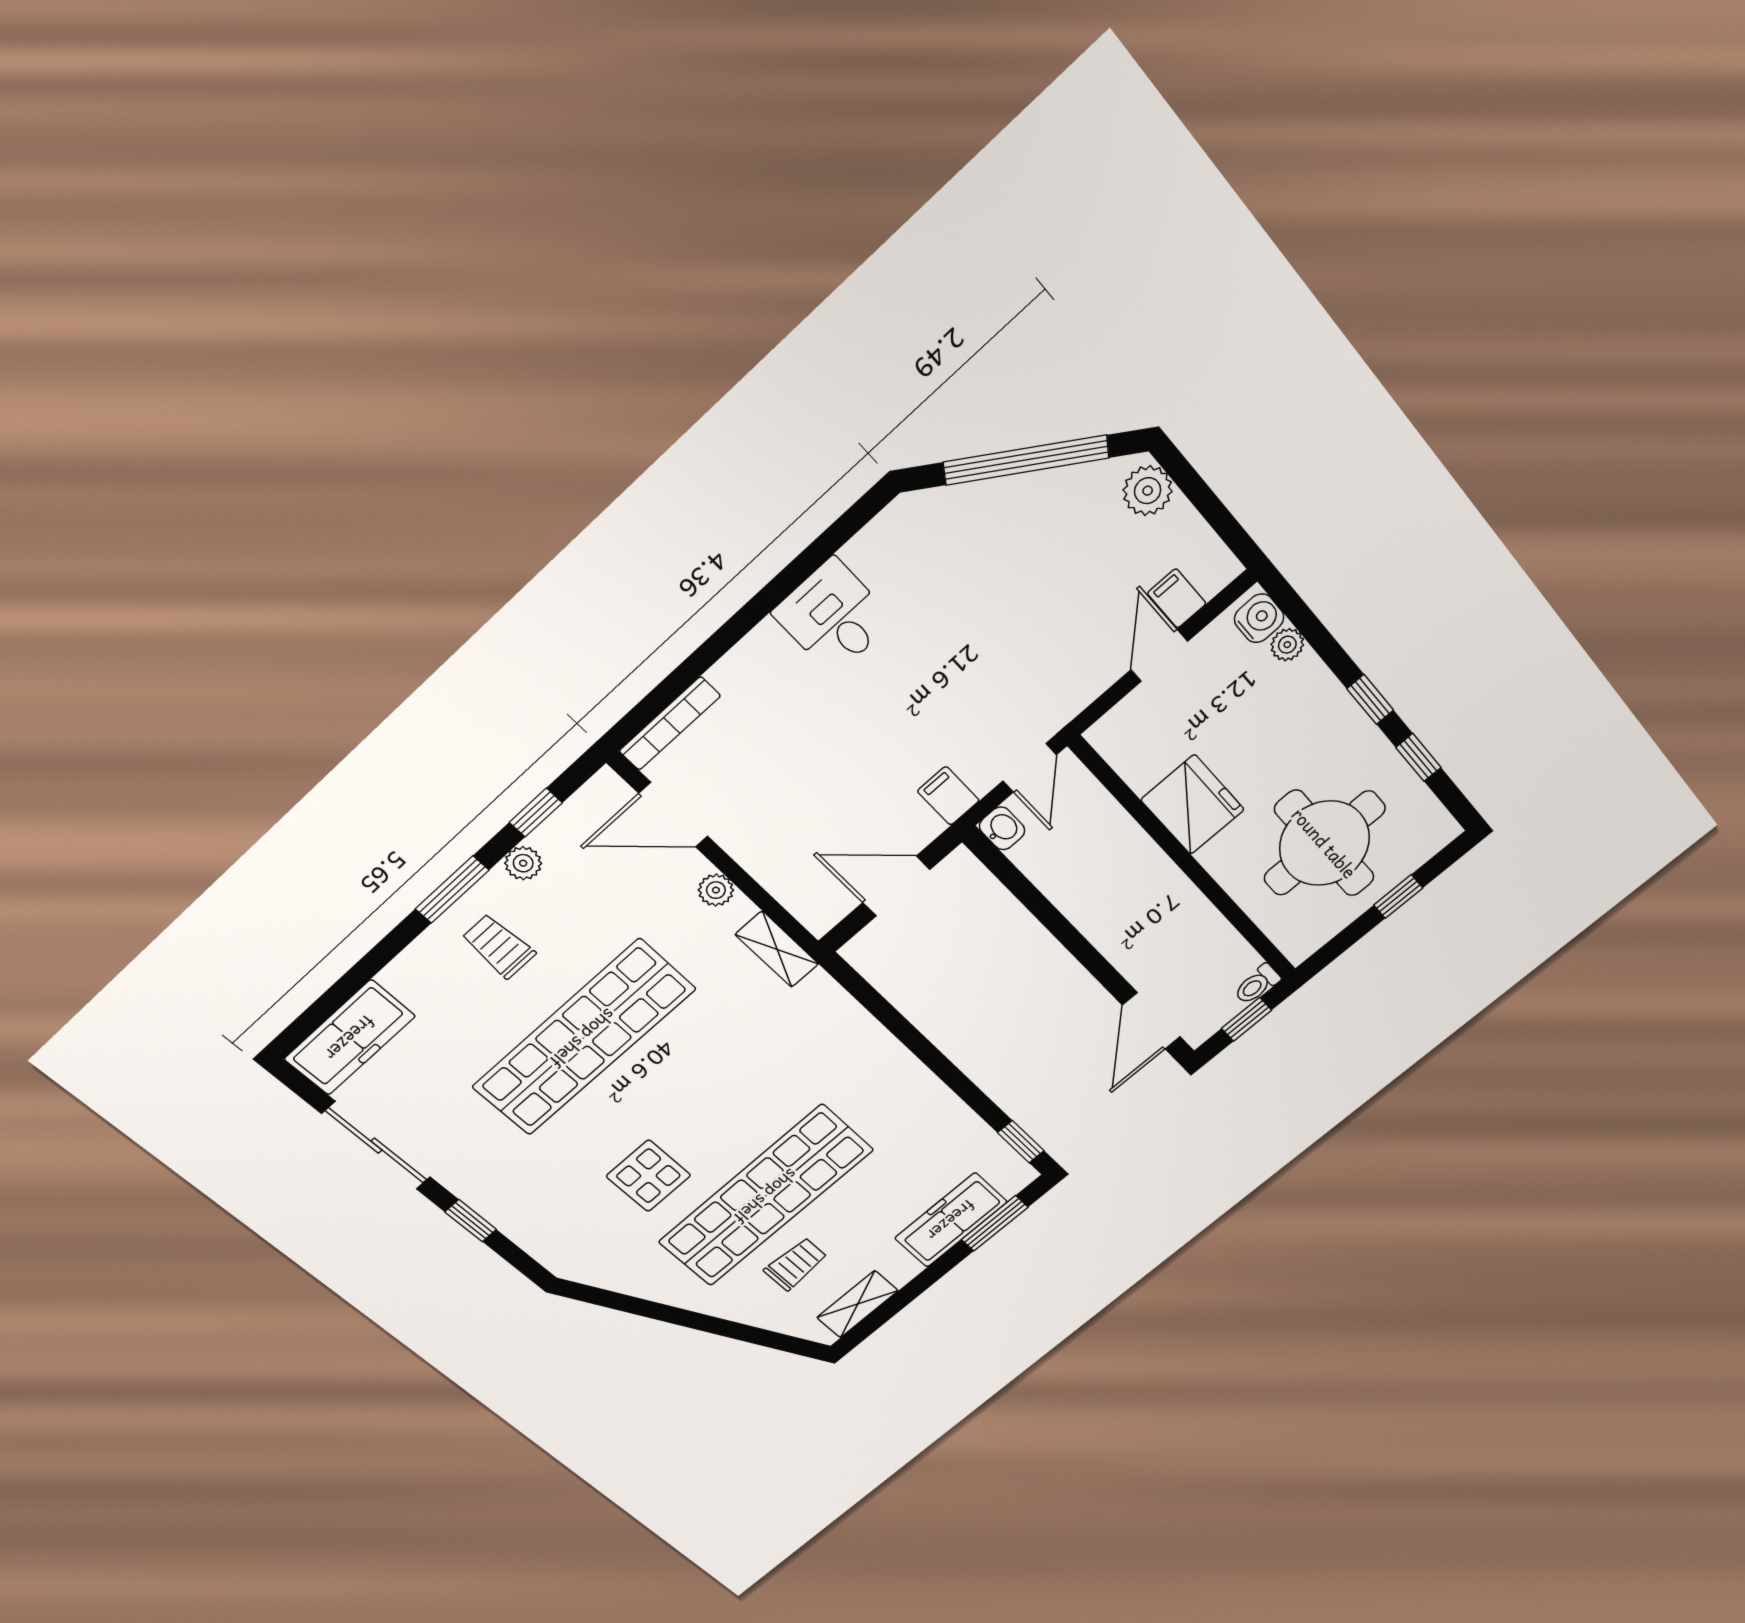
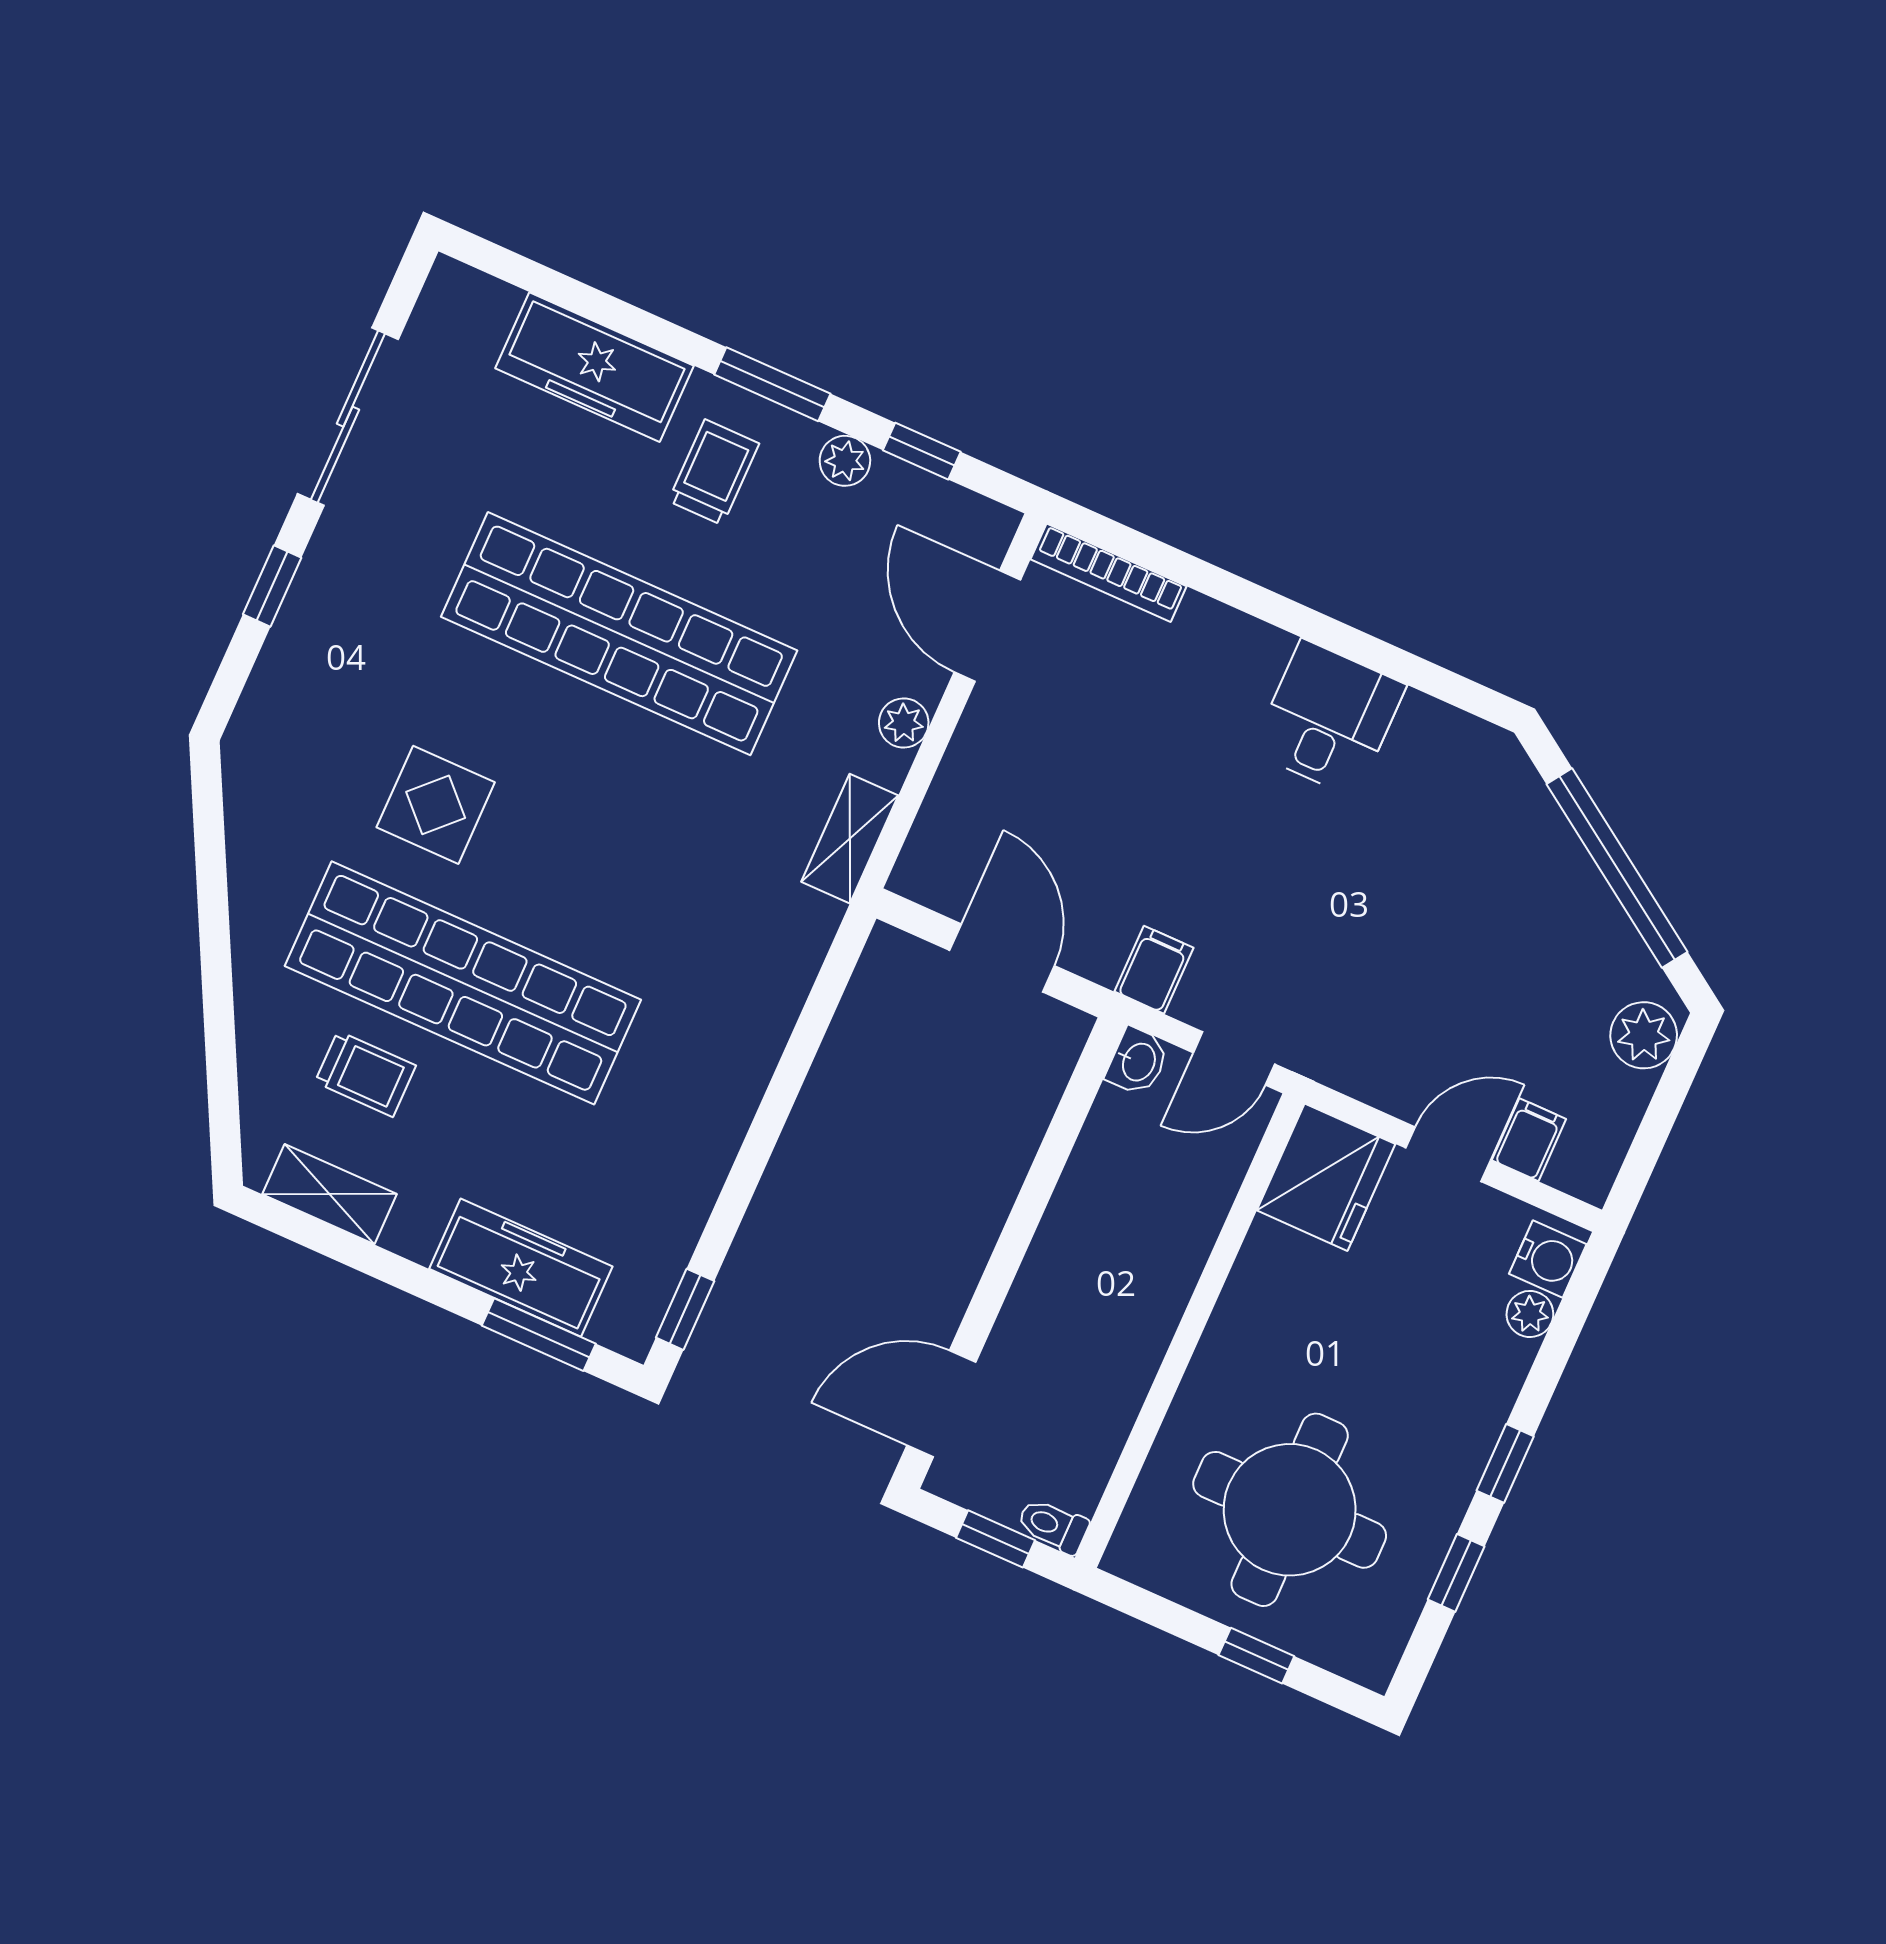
fridge: (1193, 805) -> (1326, 1177), moved
freezer: (350, 1038) -> (595, 367), moved

